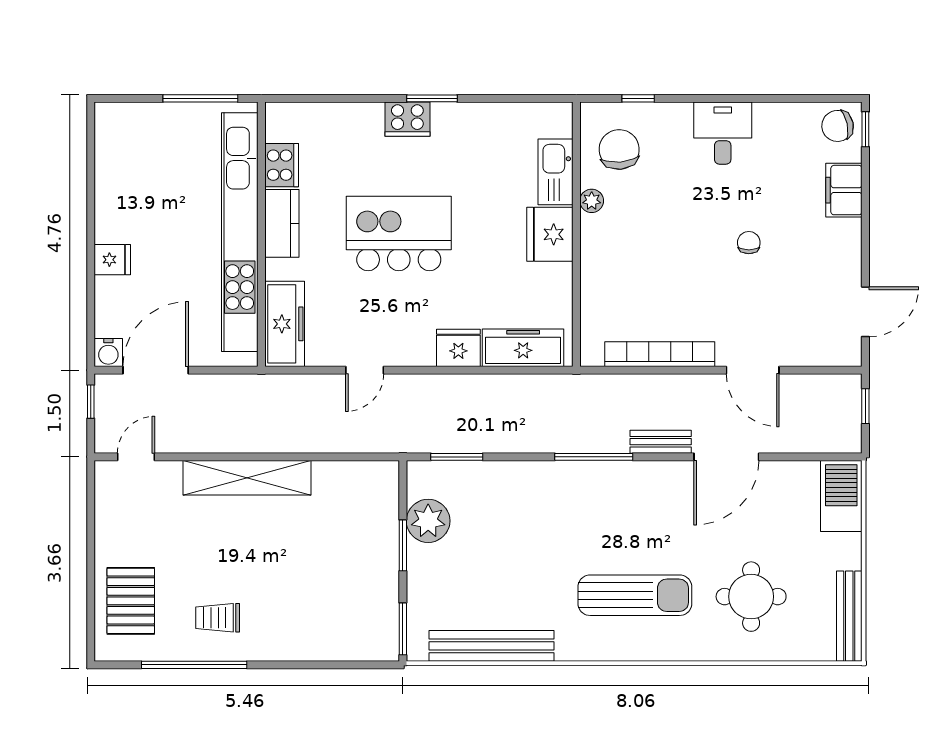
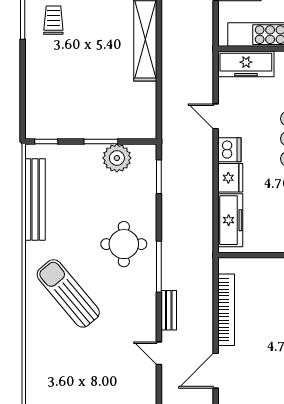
dishwasher: (416, 349) -> (229, 150), added
door: (726, 457) -> (159, 353), width x0.53
sun lounger: (635, 595) -> (68, 293), turned 140
round table: (751, 597) -> (124, 244), moved
window: (403, 629) -> (46, 141), width x0.67

